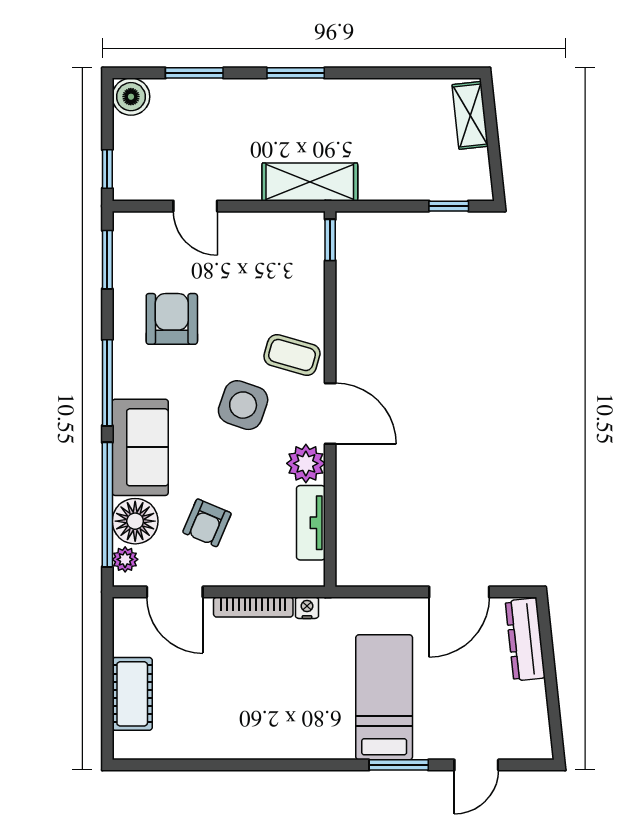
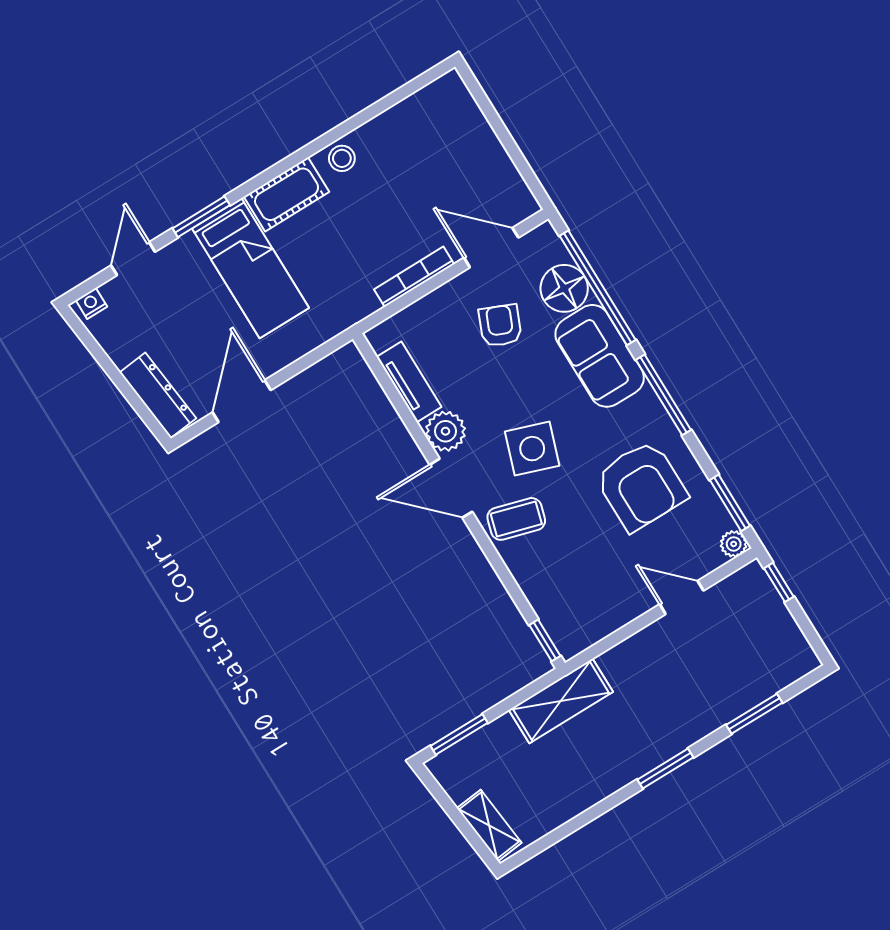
boiler: (131, 97) -> (797, 659), removed
shelving: (310, 182) -> (561, 701), moved
window: (449, 206) -> (459, 734), width x1.50
armchair: (172, 319) -> (641, 486), width x1.36, depth x1.36
plant: (125, 559) -> (734, 544), moved
nightstand: (307, 608) -> (91, 303), moved, turned 180
cot: (132, 694) -> (287, 194), moved, turned 90
stool: (253, 742) -> (342, 158), added

